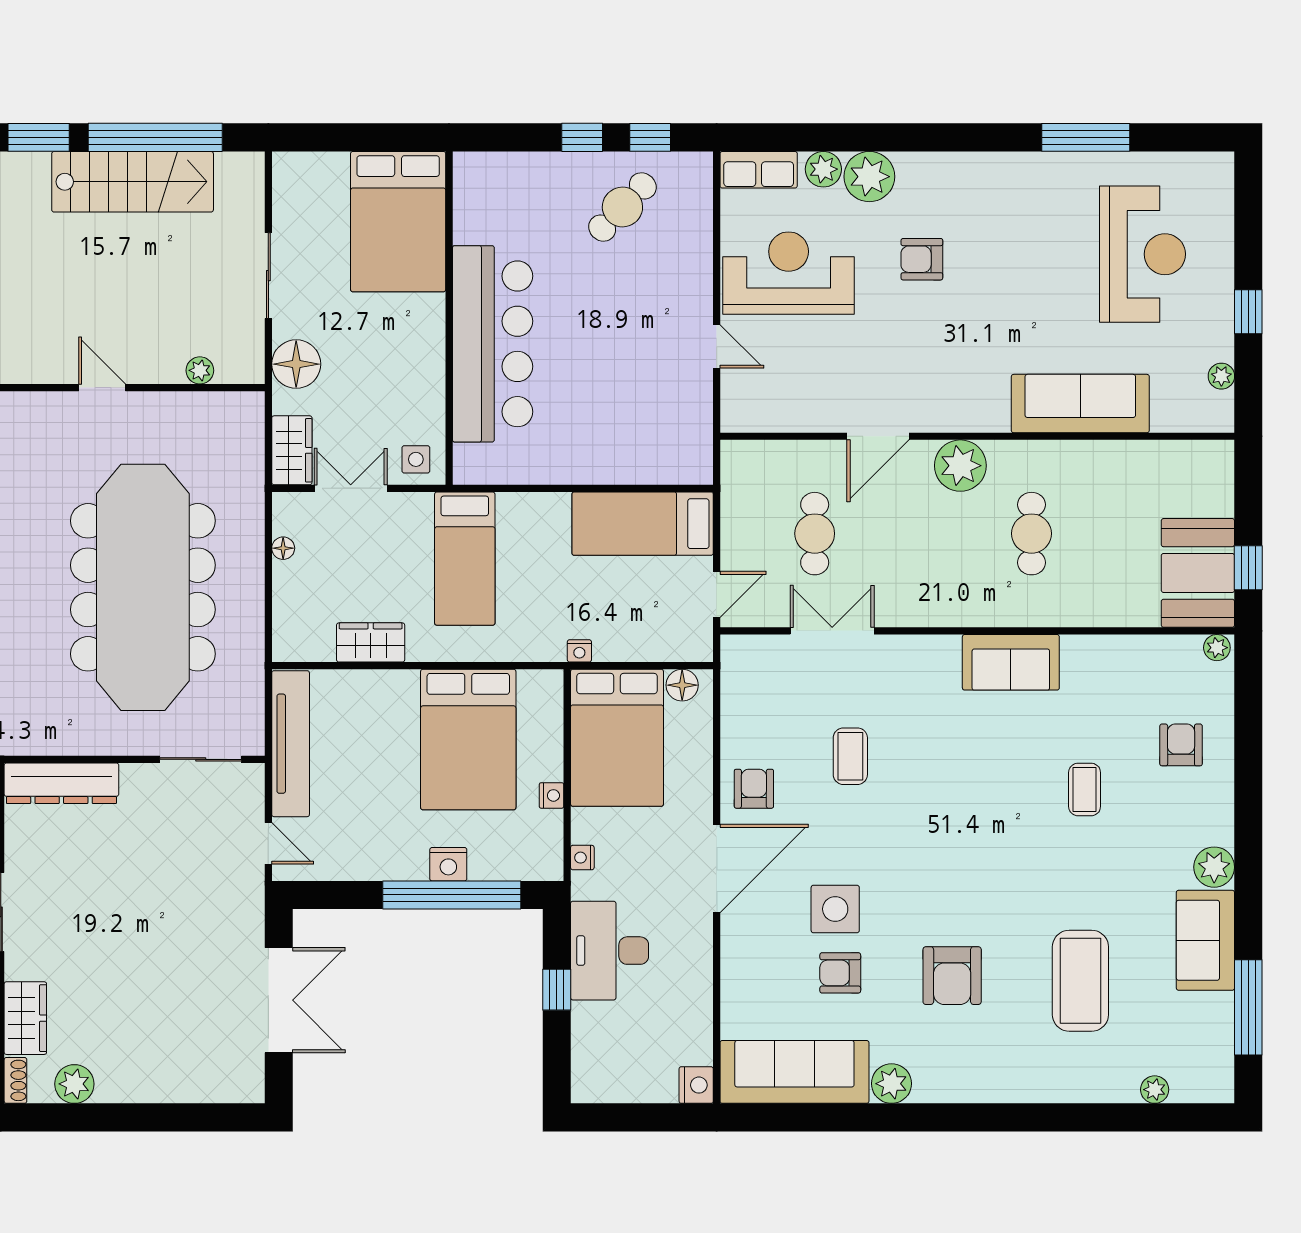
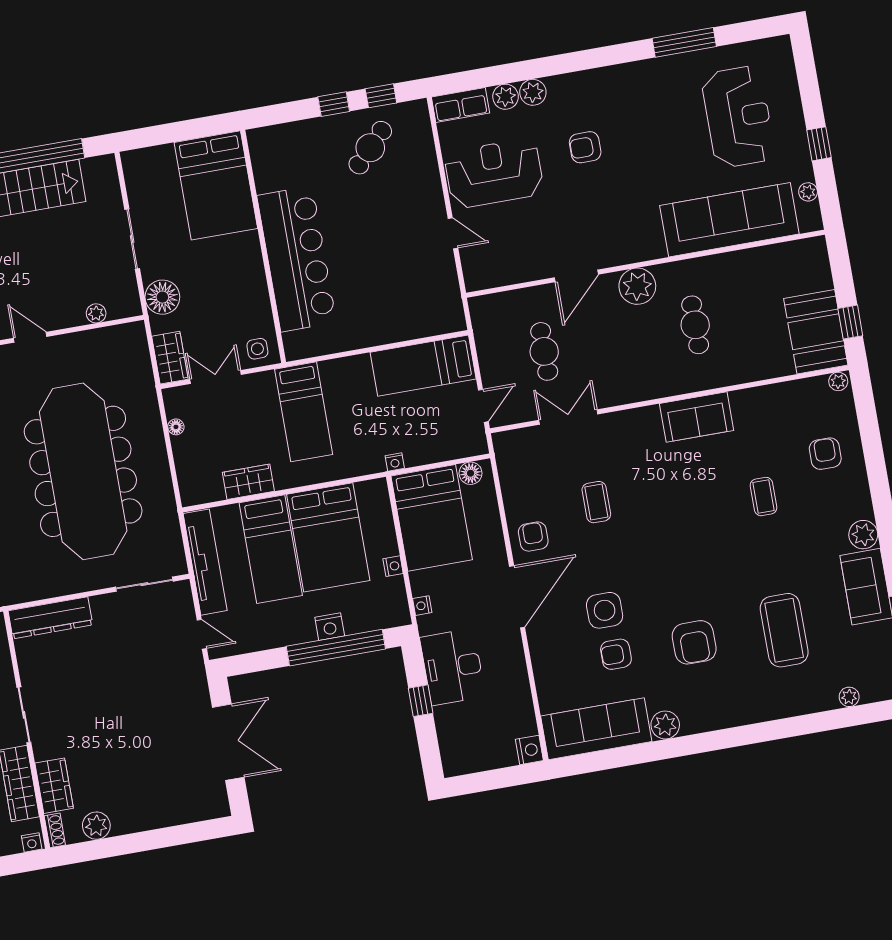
plant: (869, 177) -> (533, 92), width x0.73, depth x0.73
sofa: (1080, 404) -> (729, 220), width x1.36, depth x1.27
bed: (385, 742) -> (271, 549), added

